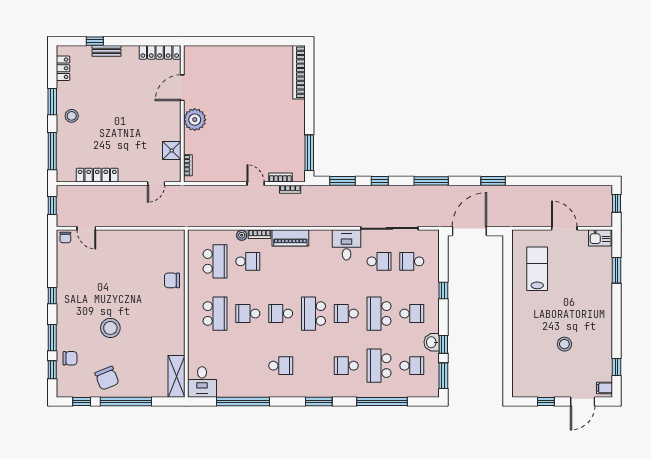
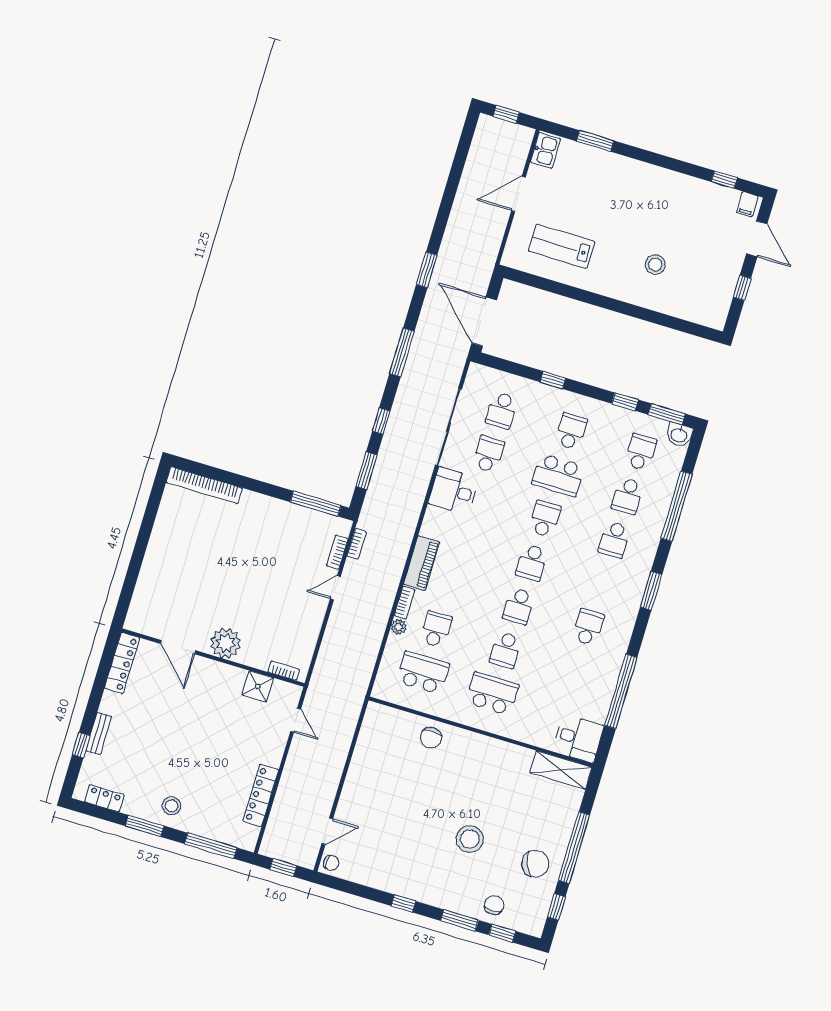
school desk: (313, 314) -> (532, 562), width x0.54
school desk: (346, 314) -> (545, 519), turned 180
washbasin: (432, 342) -> (679, 435), moved
stool: (564, 344) -> (655, 265), moved
school desk: (379, 366) -> (628, 496), width x0.54

